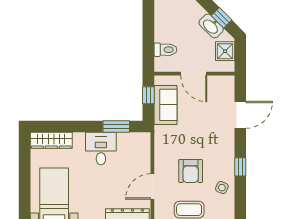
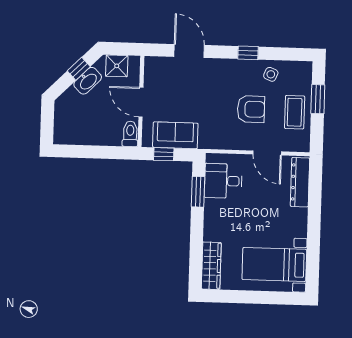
toilet: (165, 50) -> (130, 134), moved
door: (194, 74) -> (141, 102), swing flipped
desk: (101, 149) -> (223, 181), moved

